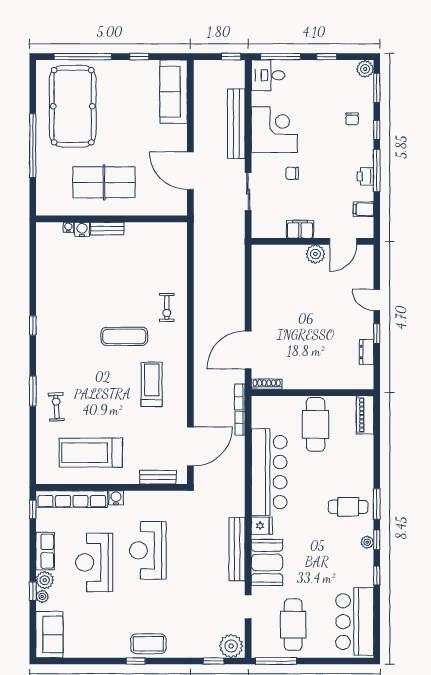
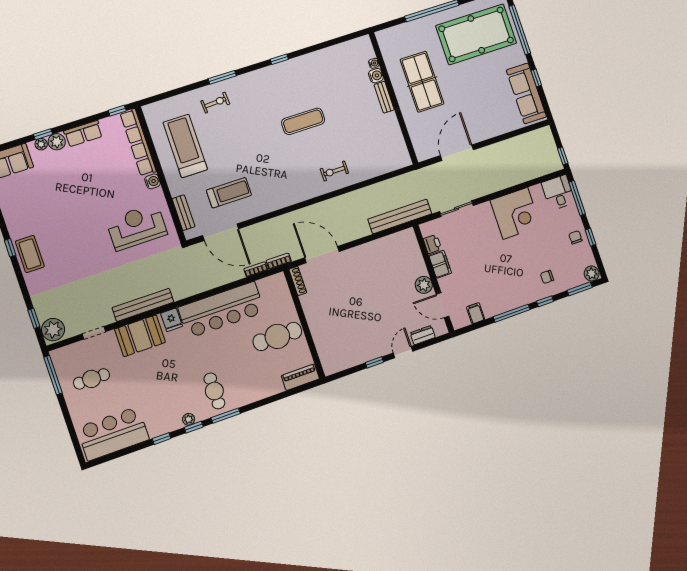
sofa: (174, 92) -> (526, 93), moved, turned -90
bench: (236, 124) -> (400, 216), moved
chair: (292, 173) -> (575, 237), moved
printer: (365, 176) -> (432, 244), moved, turned 90
exercise mat: (124, 336) -> (303, 121), moved, turned 90
dresser: (366, 352) -> (423, 335), moved
treadmill: (152, 384) -> (229, 193), moved
reception desk: (148, 550) -> (137, 227), moved
reception desk: (94, 562) -> (88, 181), removed
cafe table: (293, 625) -> (92, 379), width x0.73, depth x0.74

